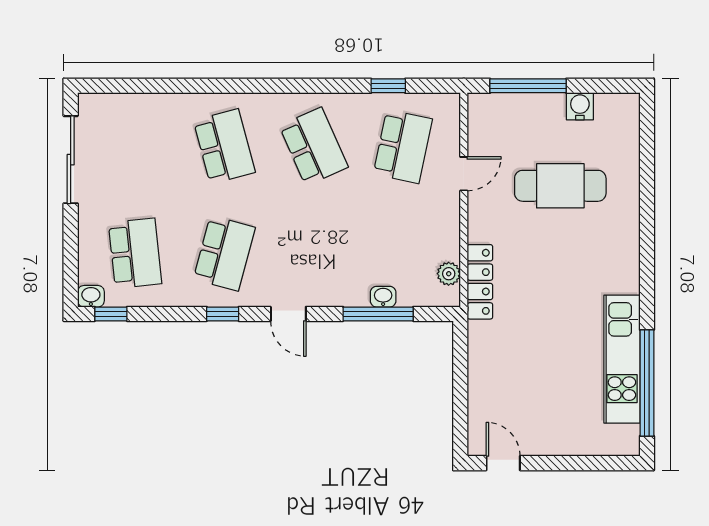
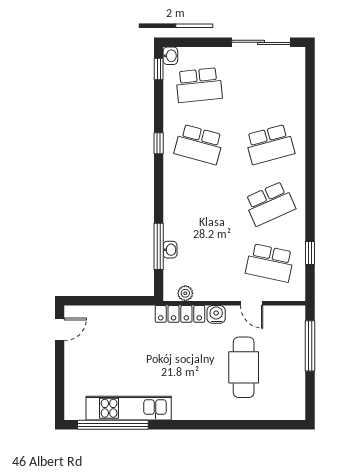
water cooler: (580, 106) -> (216, 314), moved, turned -90
door: (288, 314) -> (159, 187), removed

